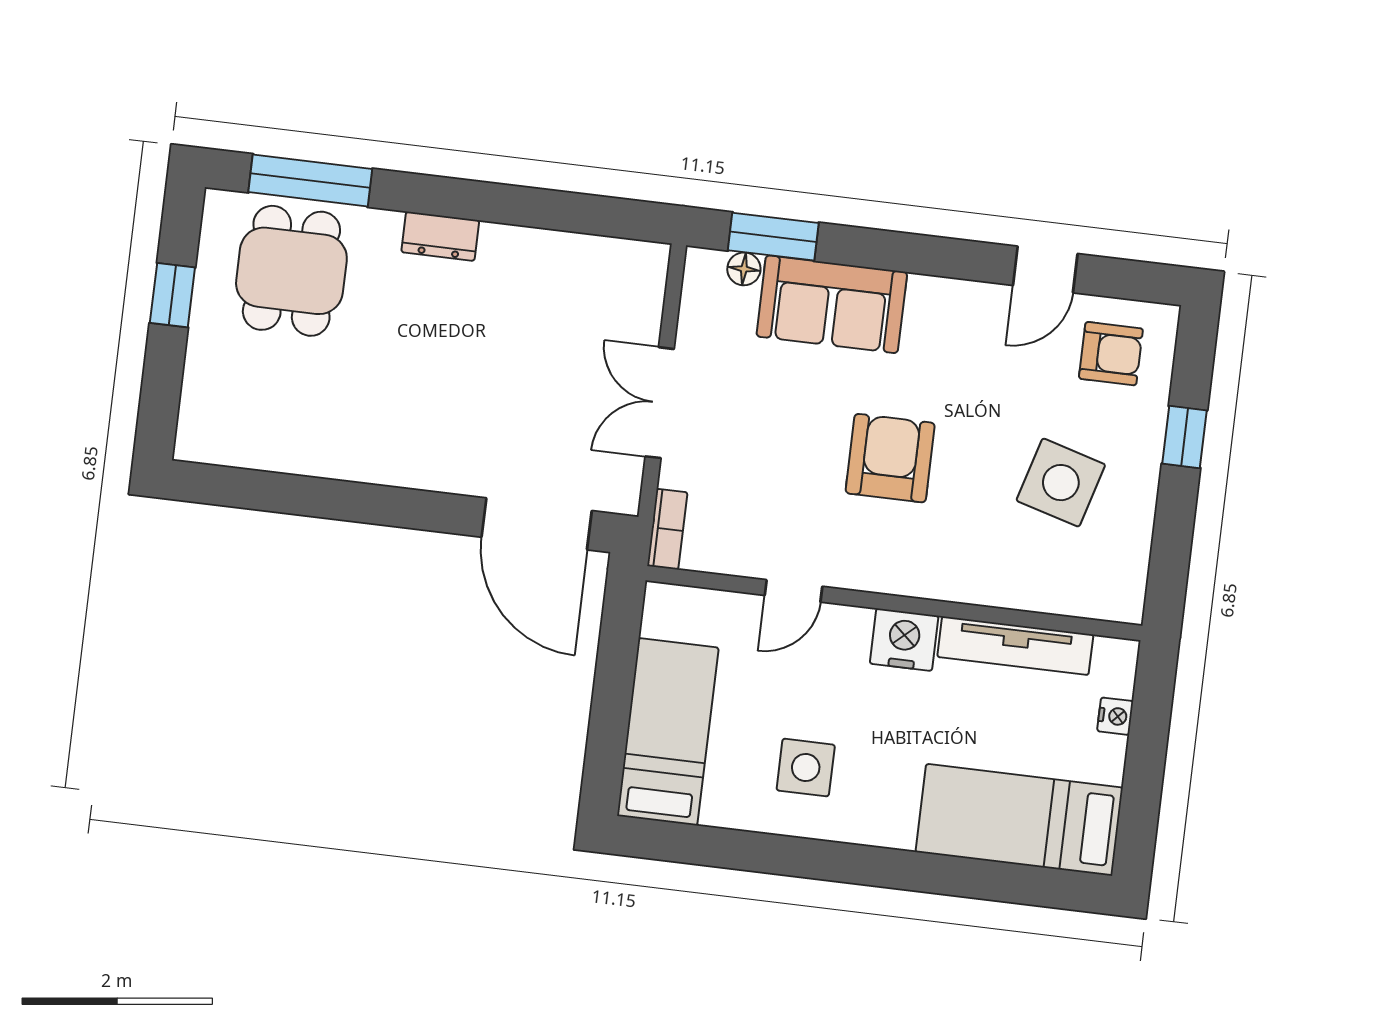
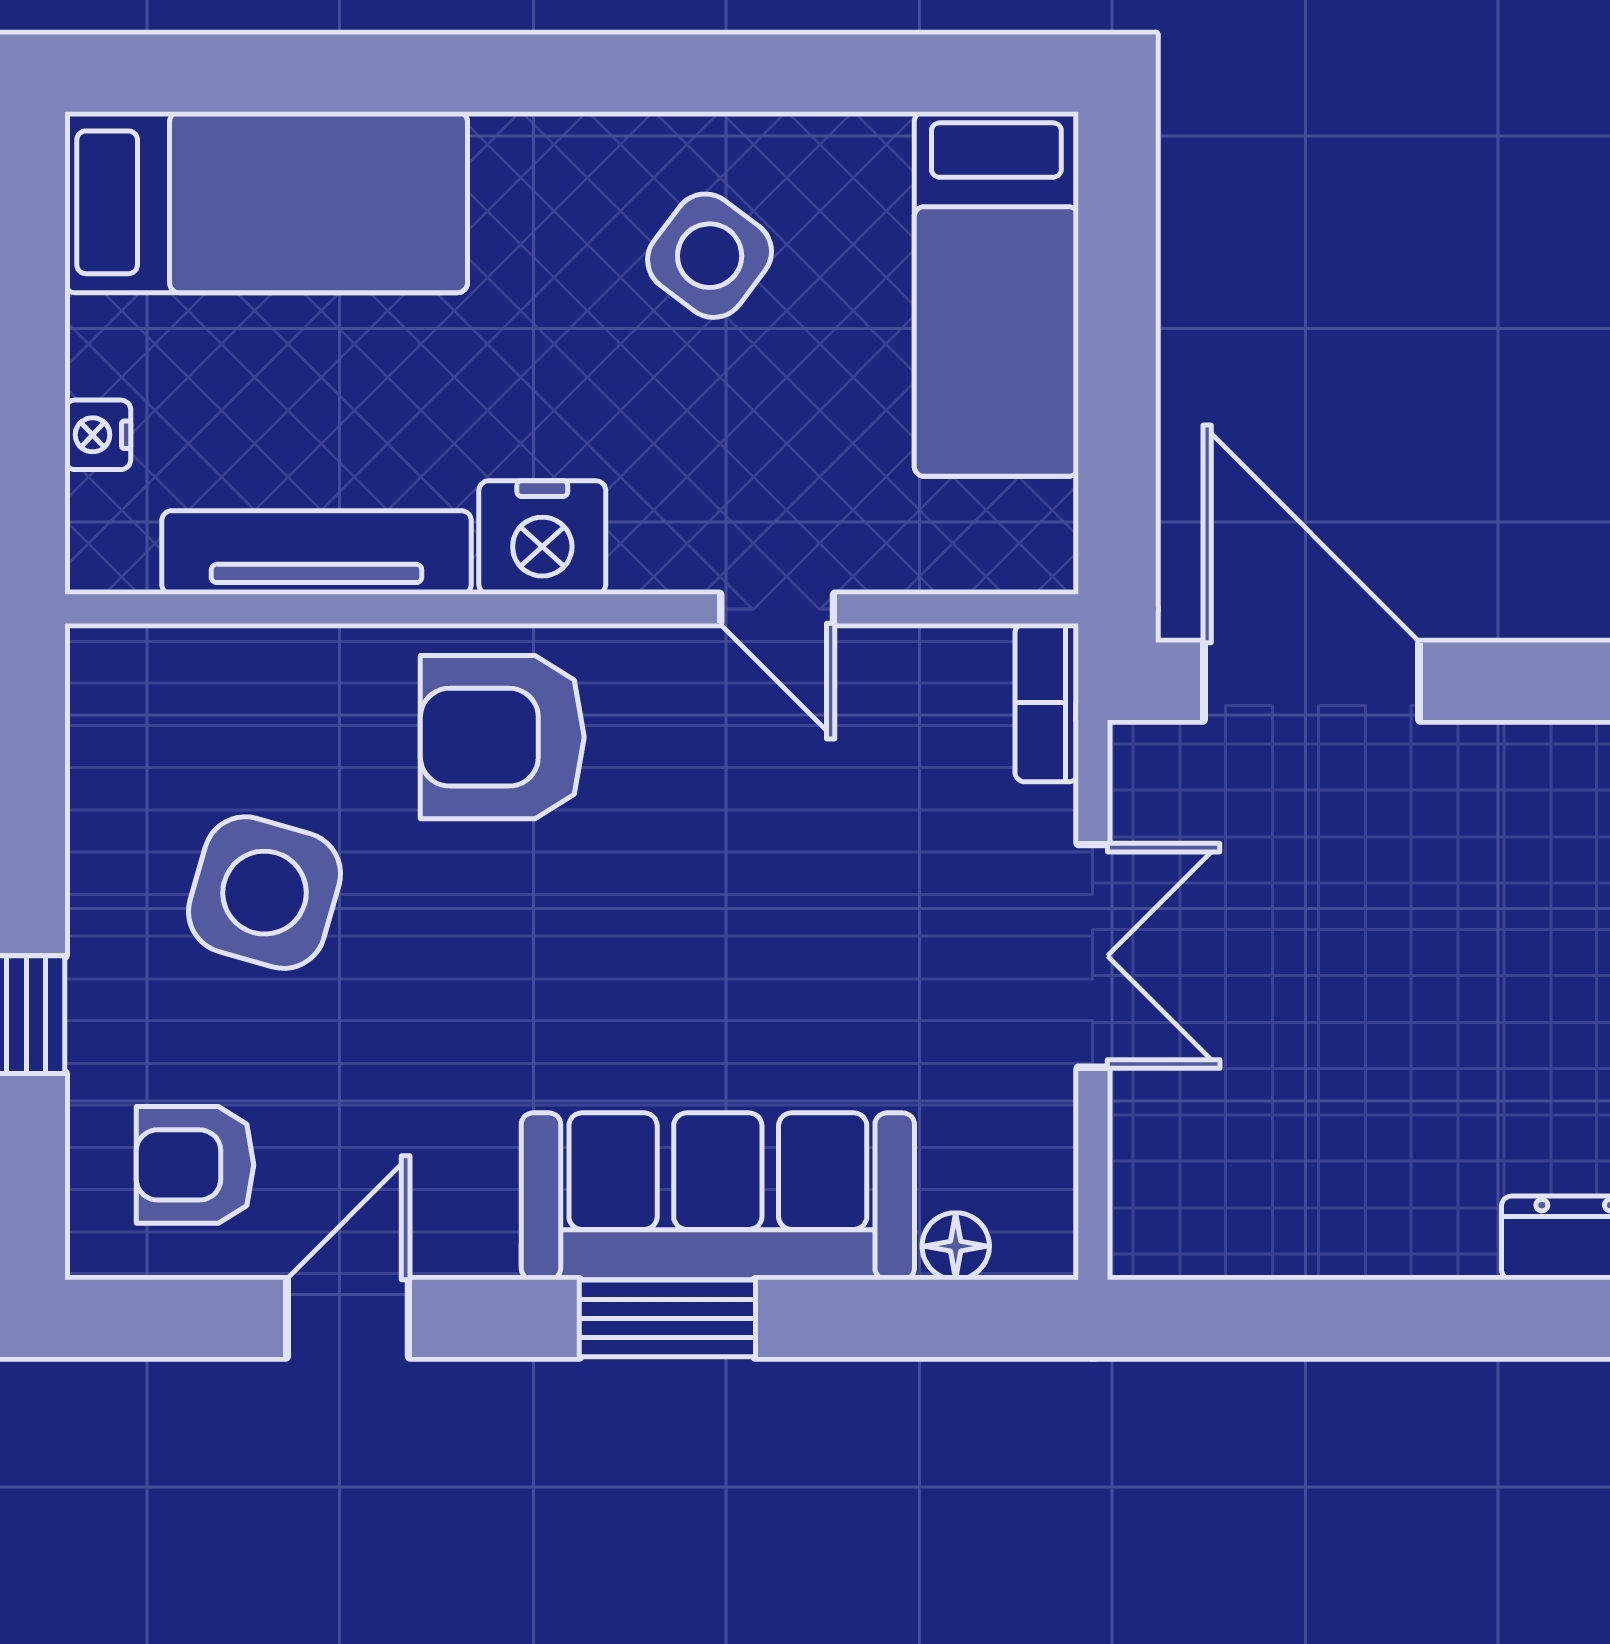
window: (773, 237) -> (667, 1318), moved
sofa: (832, 304) -> (718, 1196), width x1.36
armchair: (890, 458) -> (502, 737), moved, turned 90
door: (793, 591) -> (777, 609), swing flipped
side table: (806, 768) -> (710, 256), turned 37

